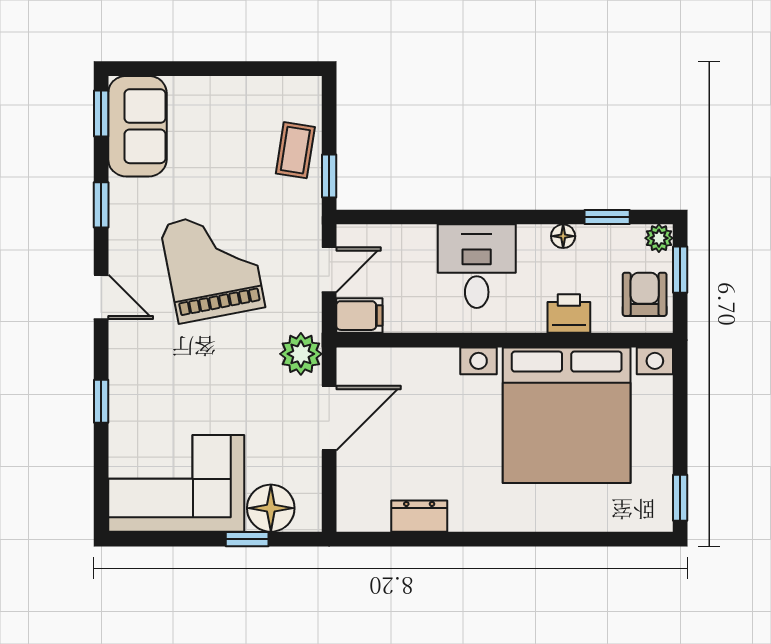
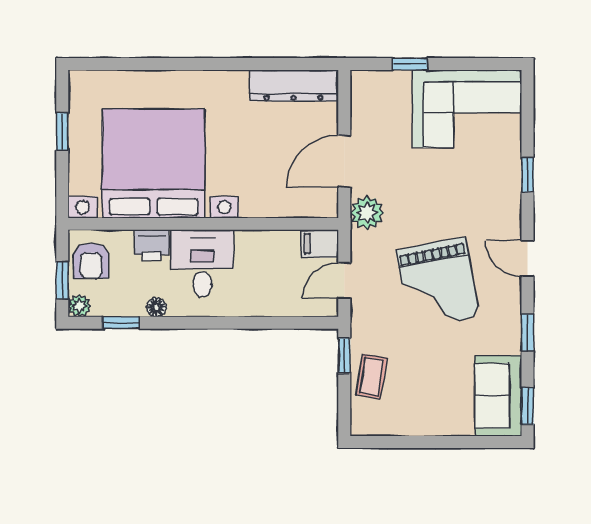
desk: (477, 266) -> (202, 263), moved, turned 180
window: (680, 498) -> (62, 131), moved
floor lamp: (271, 508) -> (391, 89), removed
dresser: (419, 516) -> (294, 86), width x1.96, depth x1.24

